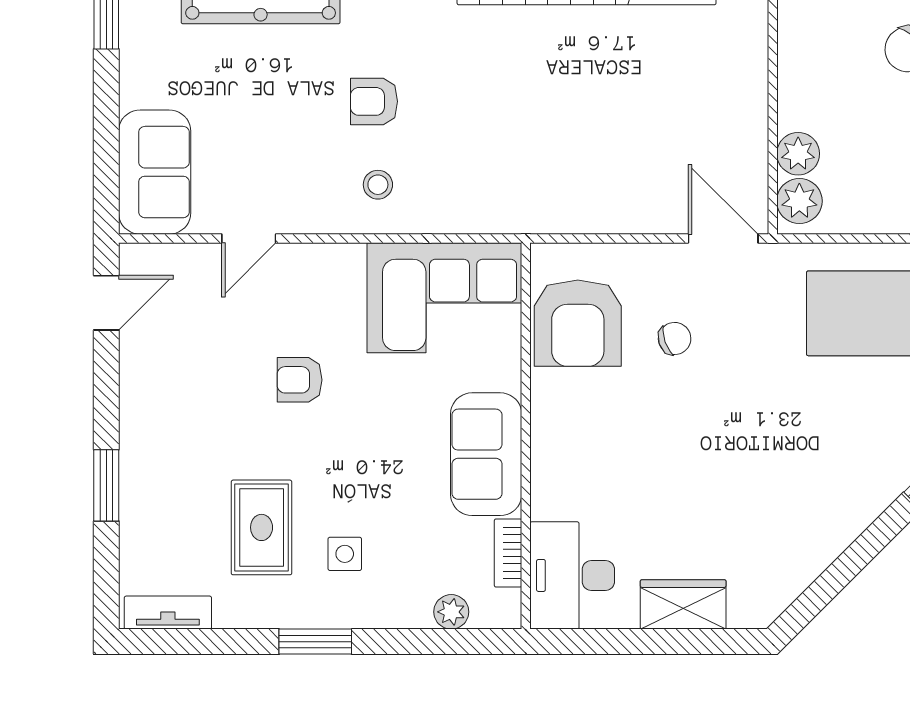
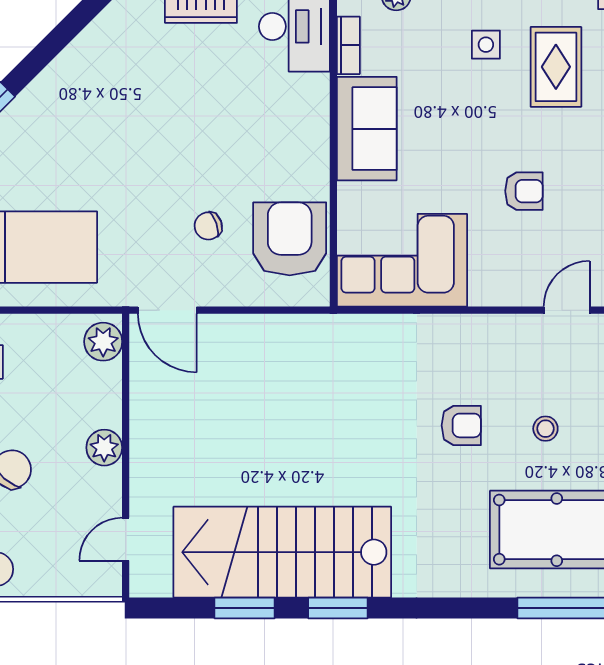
plant: (798, 154) -> (104, 448), moved
stool: (378, 185) -> (545, 429), moved

